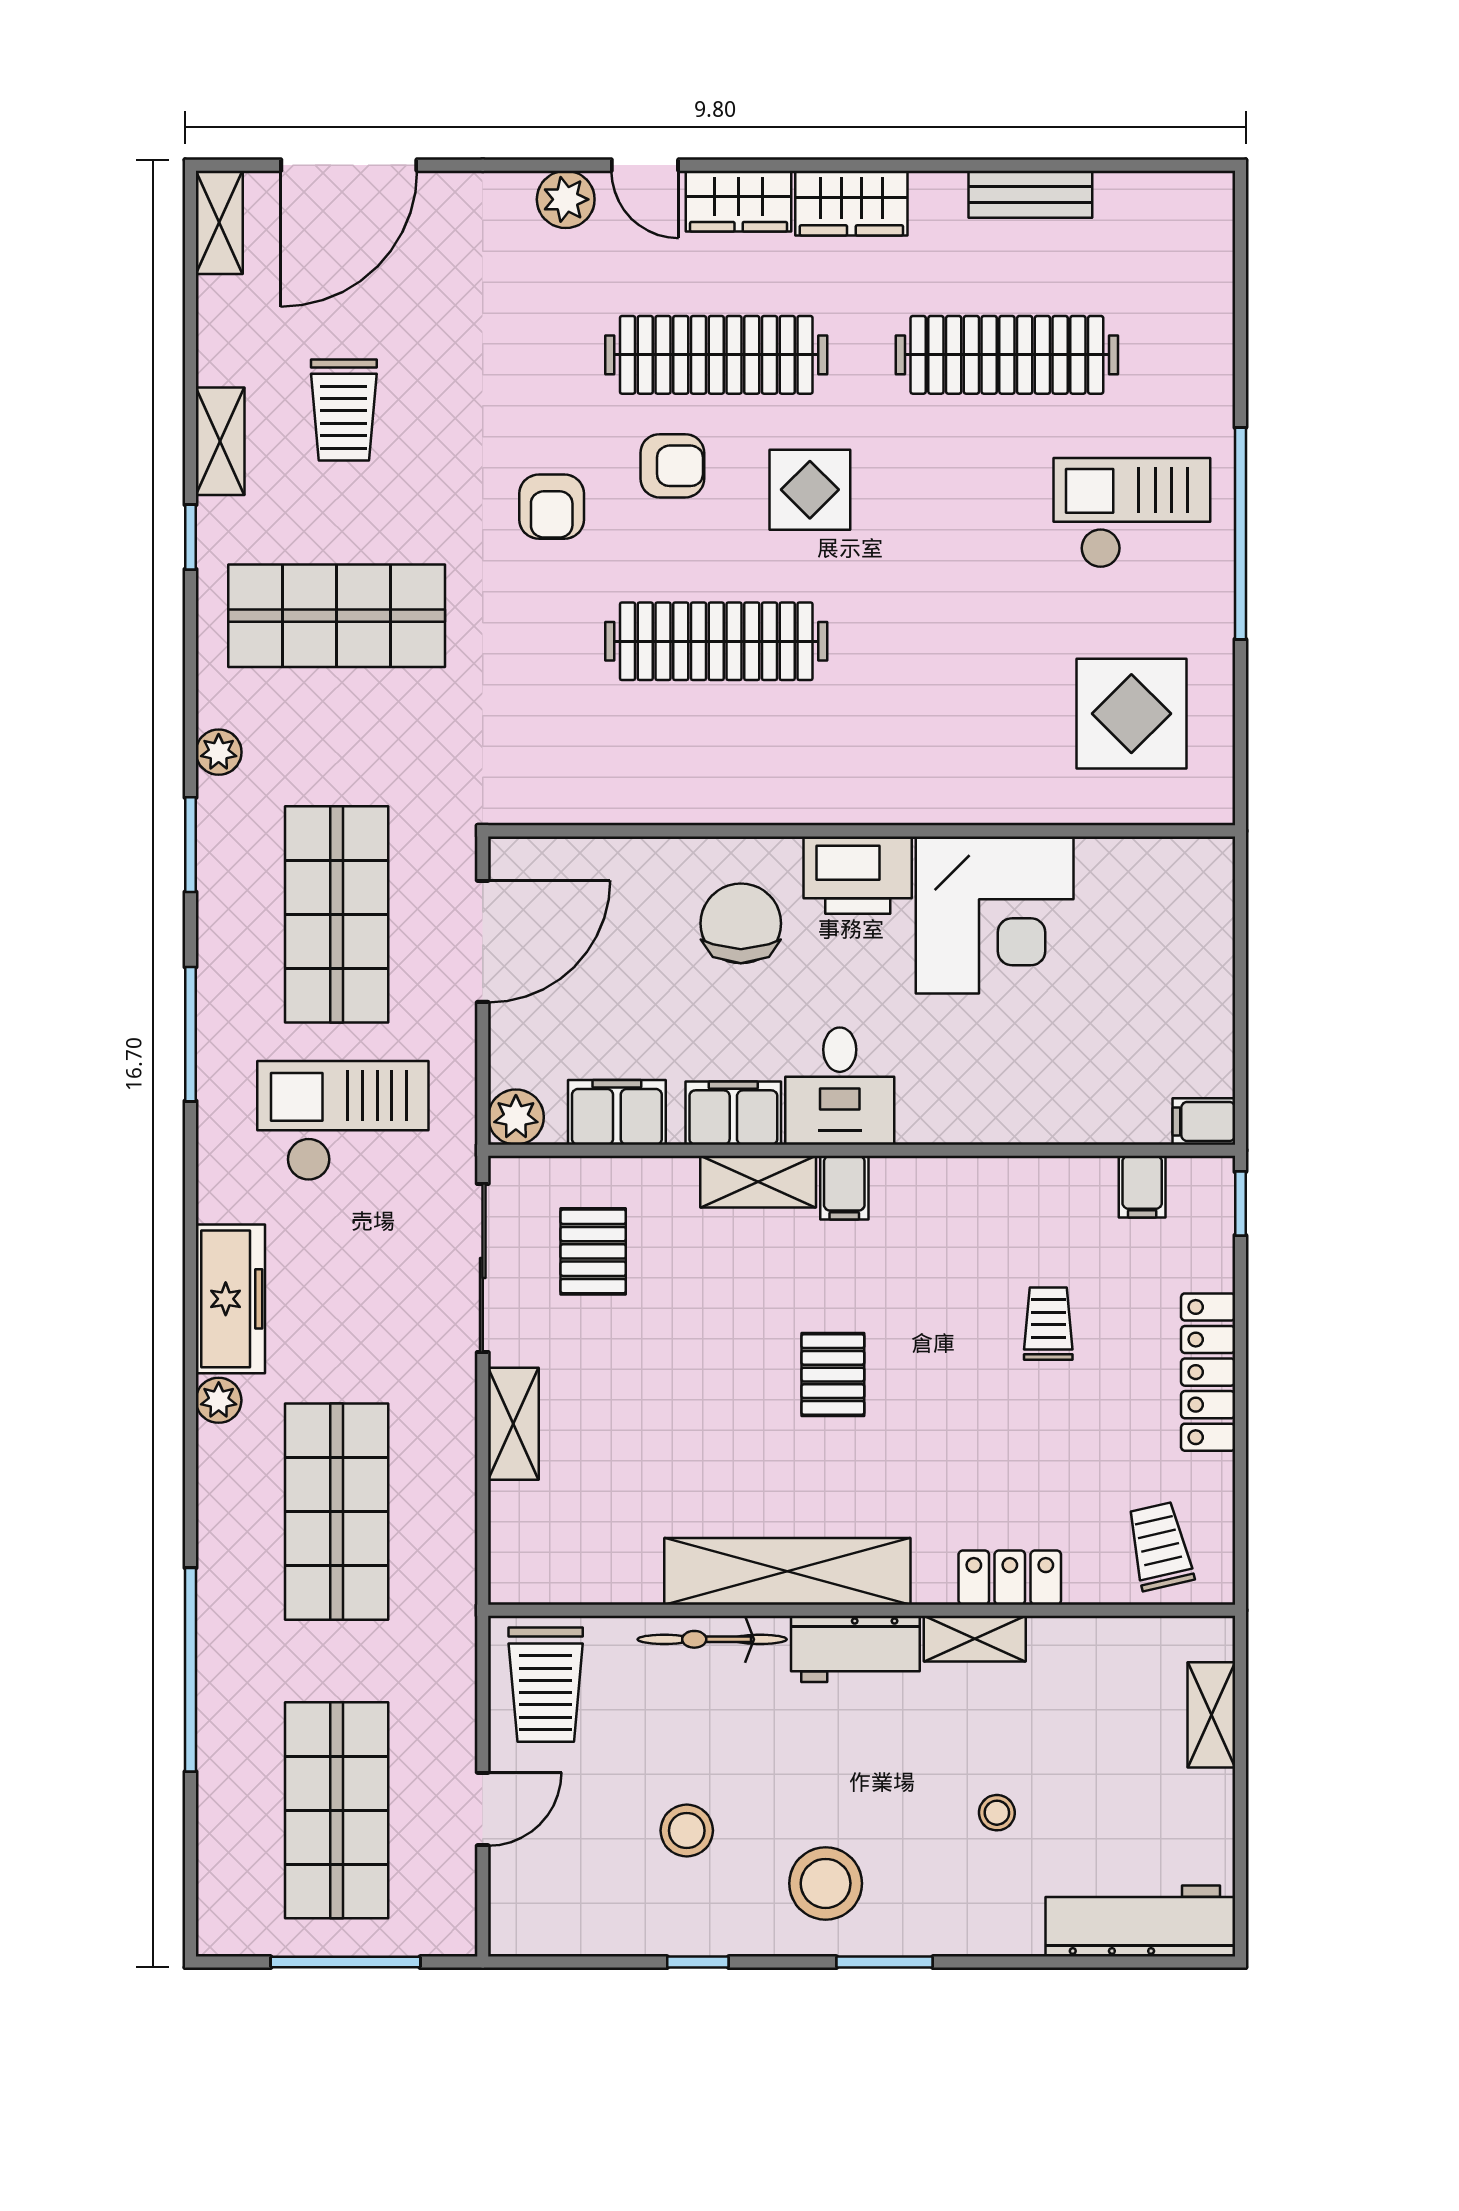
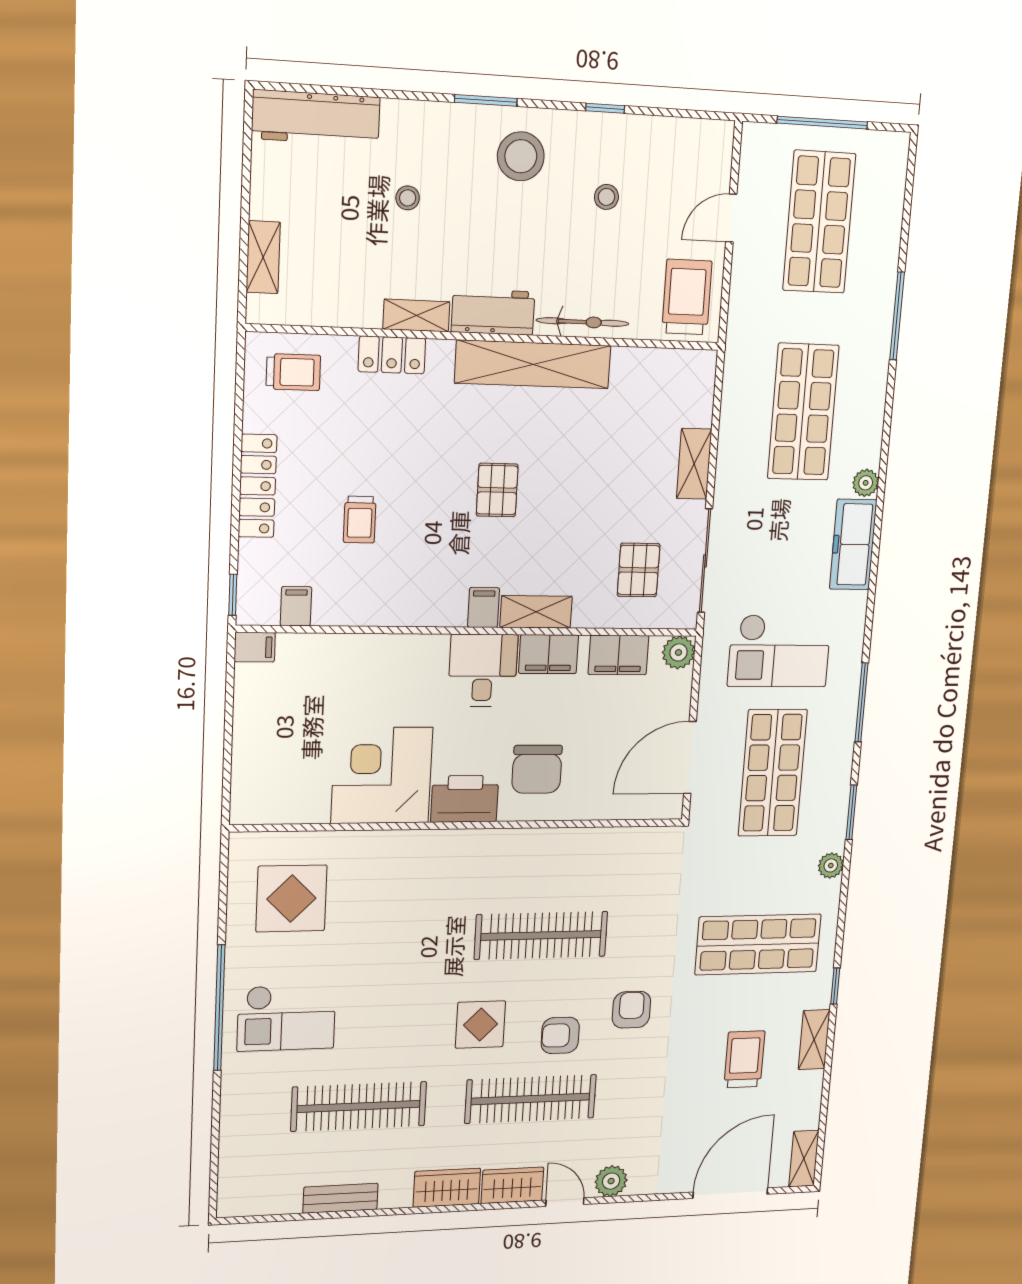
trolley: (1160, 1546) -> (293, 372), turned -77
window: (190, 1670) -> (897, 316), width x0.68
stool: (687, 1831) -> (606, 197), width x0.73, depth x0.73

